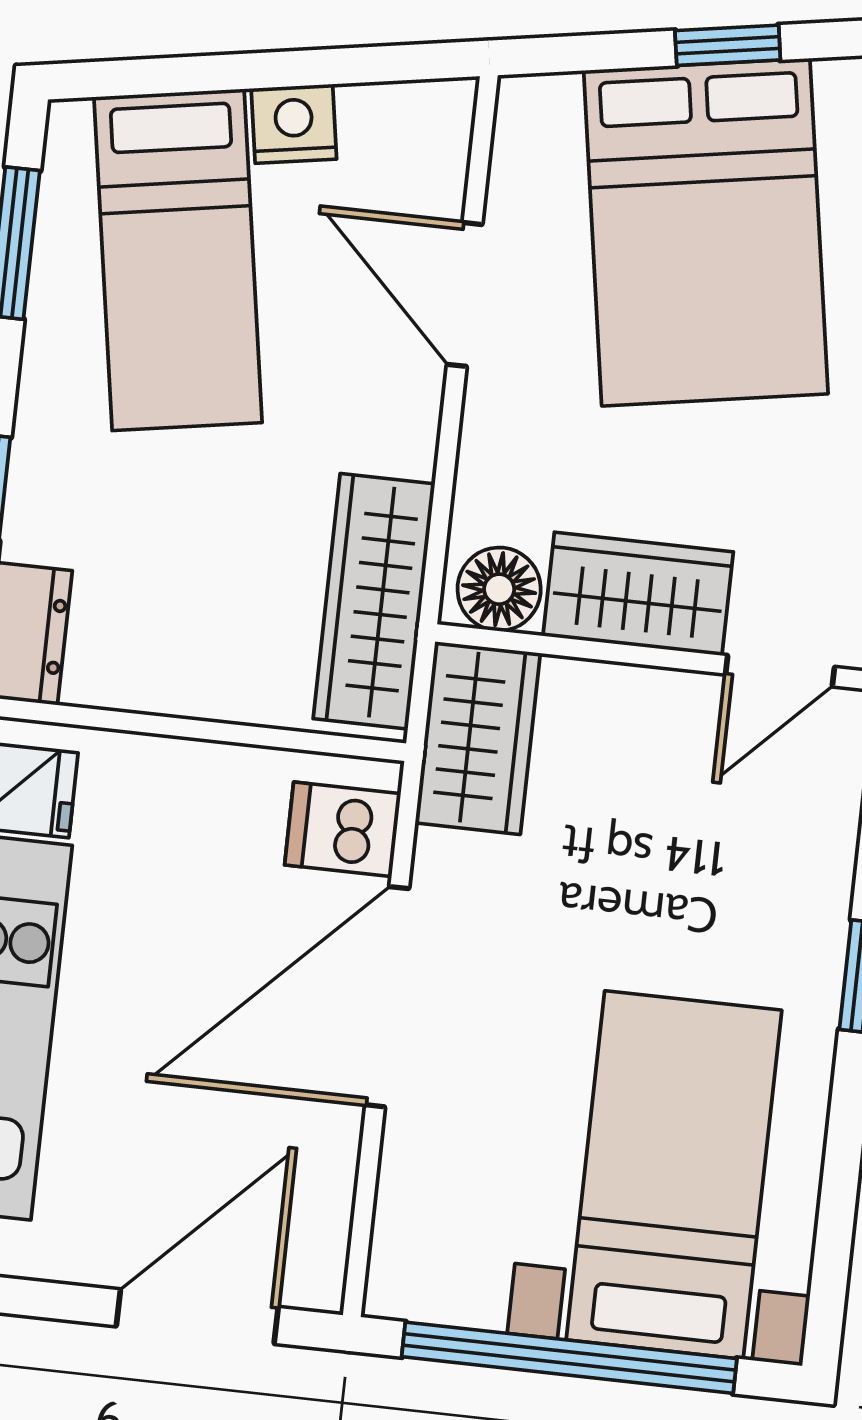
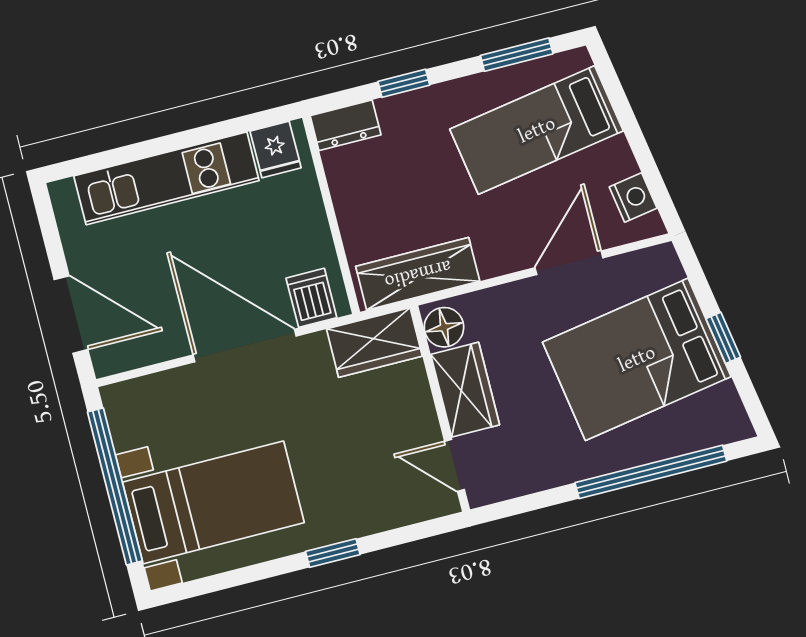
nightstand: (294, 124) -> (633, 197), moved

